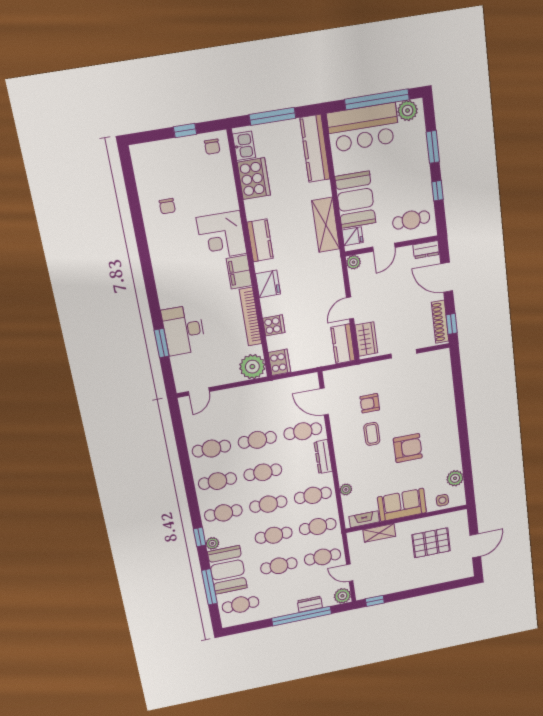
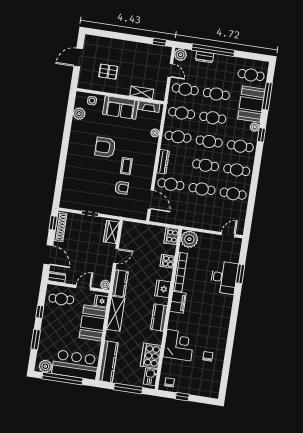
corner desk: (222, 236) -> (179, 345), moved
kitchen counter: (343, 344) -> (120, 283), moved
pallet: (431, 543) -> (108, 72), width x0.67, depth x0.71

